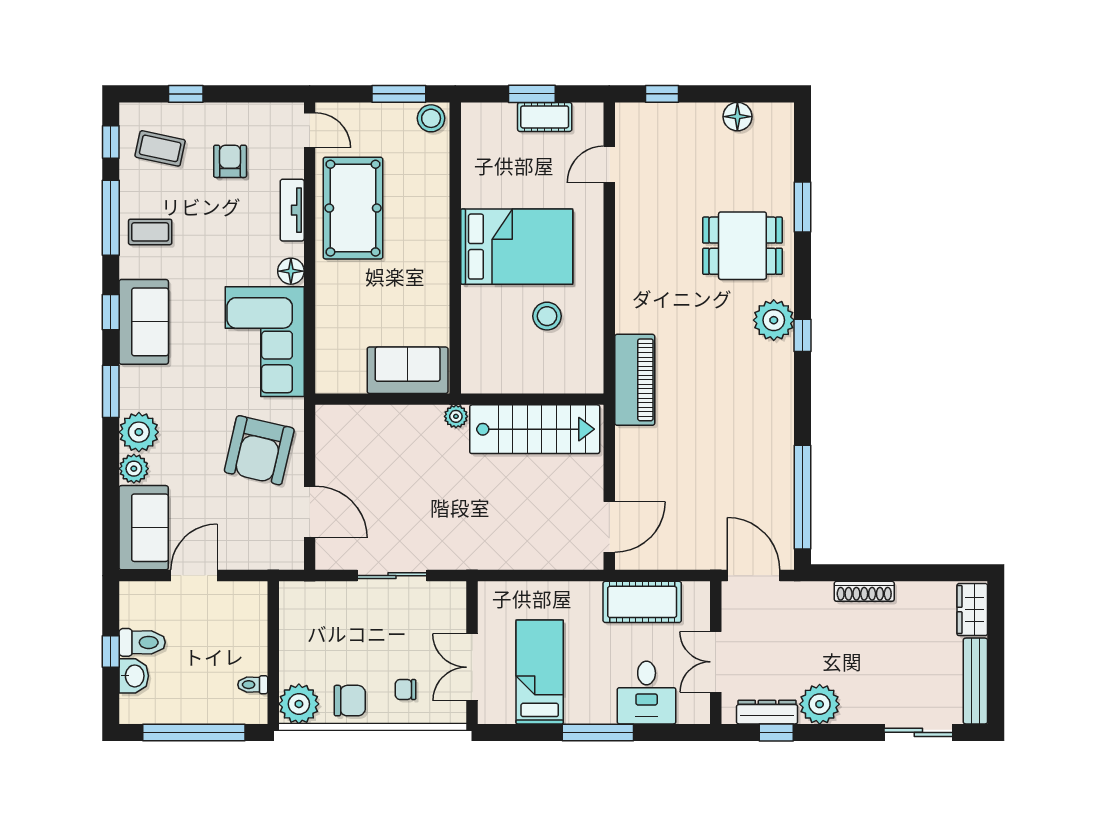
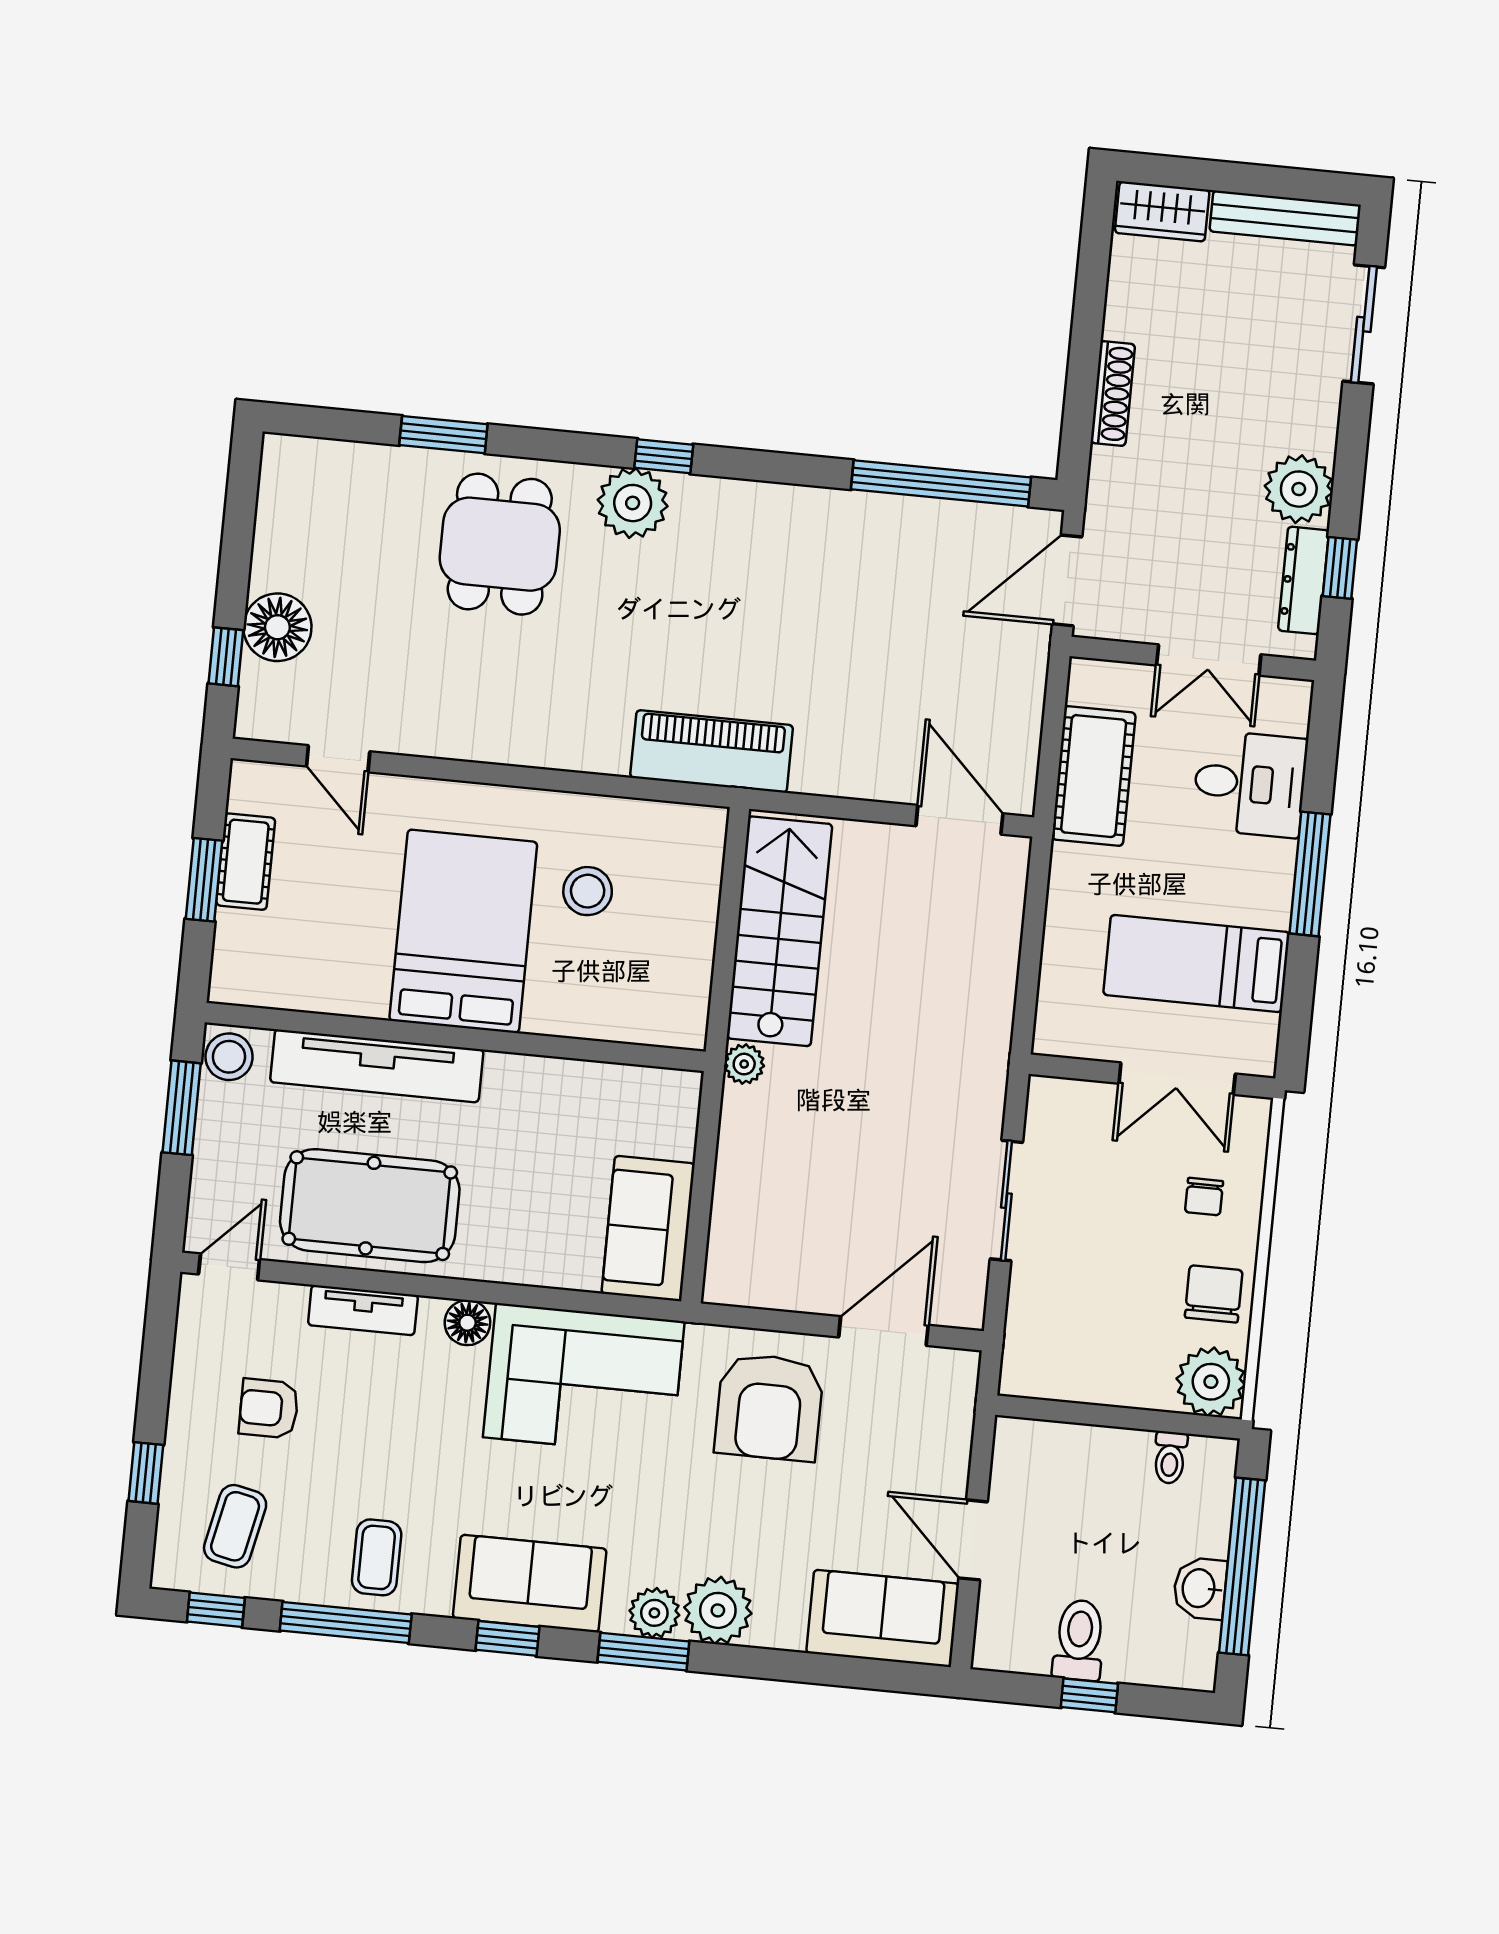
floor lamp: (737, 117) -> (277, 627), moved, width x1.38, depth x1.38
tv unit: (434, 204) -> (377, 1066), added
sofa: (408, 370) -> (648, 1228), moved
armchair: (259, 450) -> (769, 1407), turned 77
plant: (134, 469) -> (654, 1613), moved
washbasin: (134, 676) -> (1200, 1588), moved, turned -90

